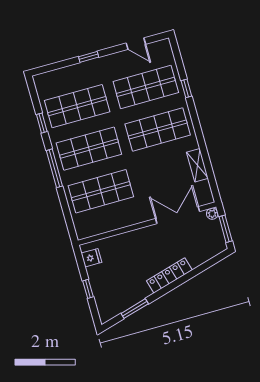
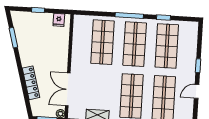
door: (136, 44) -> (197, 91), moved
double door: (178, 215) -> (68, 89), swing flipped
locker: (169, 275) -> (31, 83), moved

